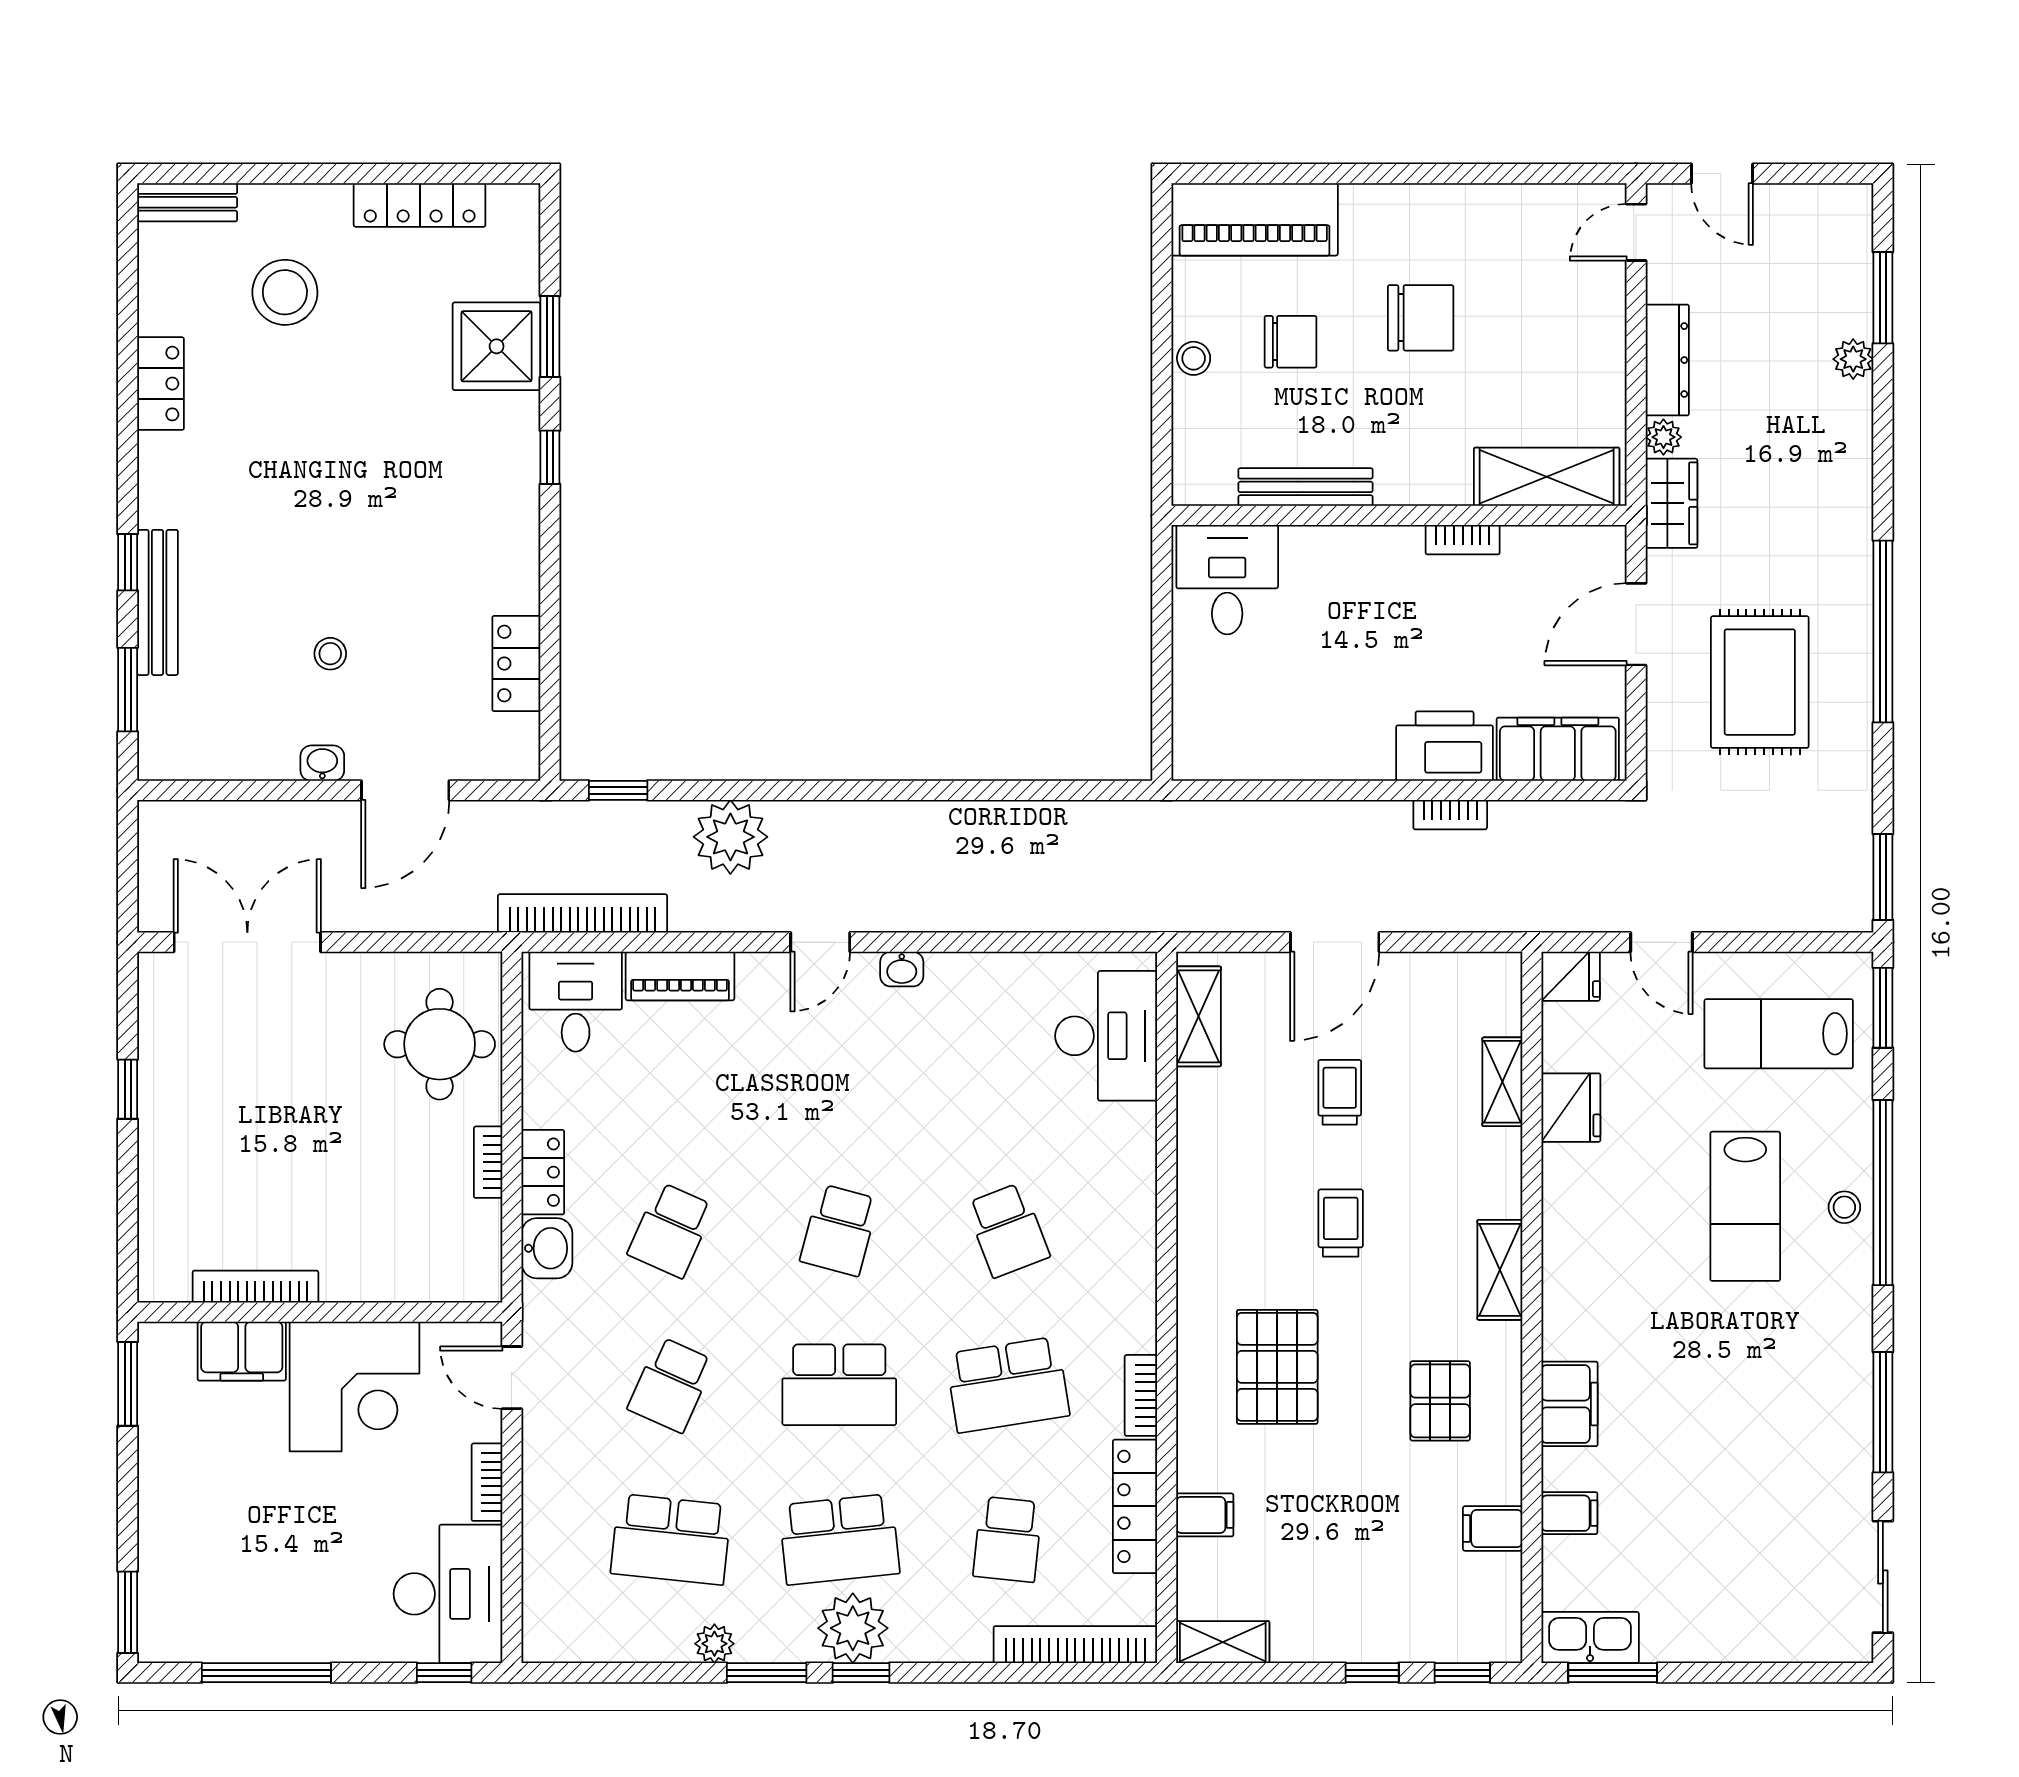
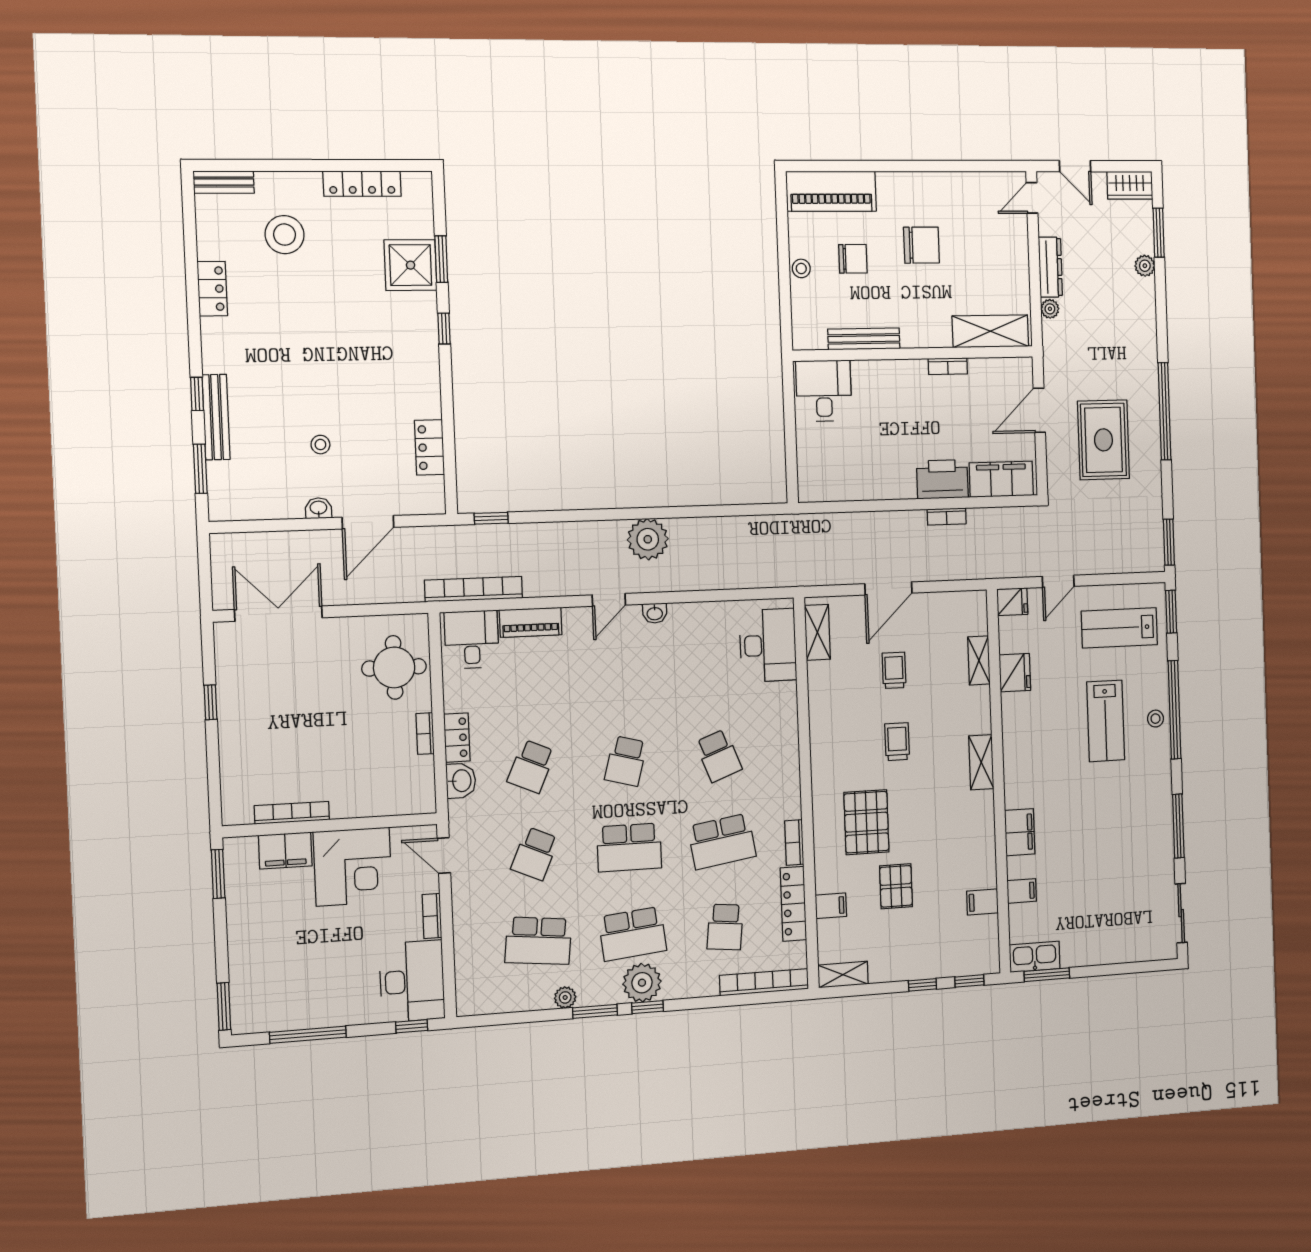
wardrobe: (1672, 503) -> (1130, 185), moved, turned 90
plant: (730, 837) -> (648, 539), moved
door: (1662, 942) -> (1058, 581), hinge flipped
pallet: (1440, 1401) -> (896, 886), moved

